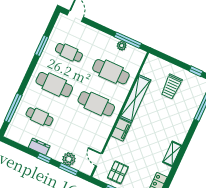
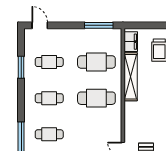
plant: (122, 46) -> (95, 33), removed
cafe table: (54, 85) -> (49, 98), width x0.73, depth x0.74
filing cabinet: (121, 130) -> (131, 42), moved

